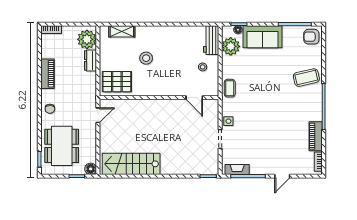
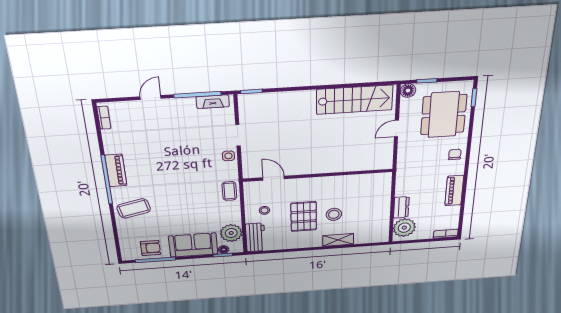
shelving: (122, 31) -> (338, 240), moved
armchair: (311, 37) -> (150, 248), moved
pallet: (117, 82) -> (304, 217), moved, turned 90
door: (98, 115) -> (396, 129), moved
piano: (316, 136) -> (116, 170), moved

